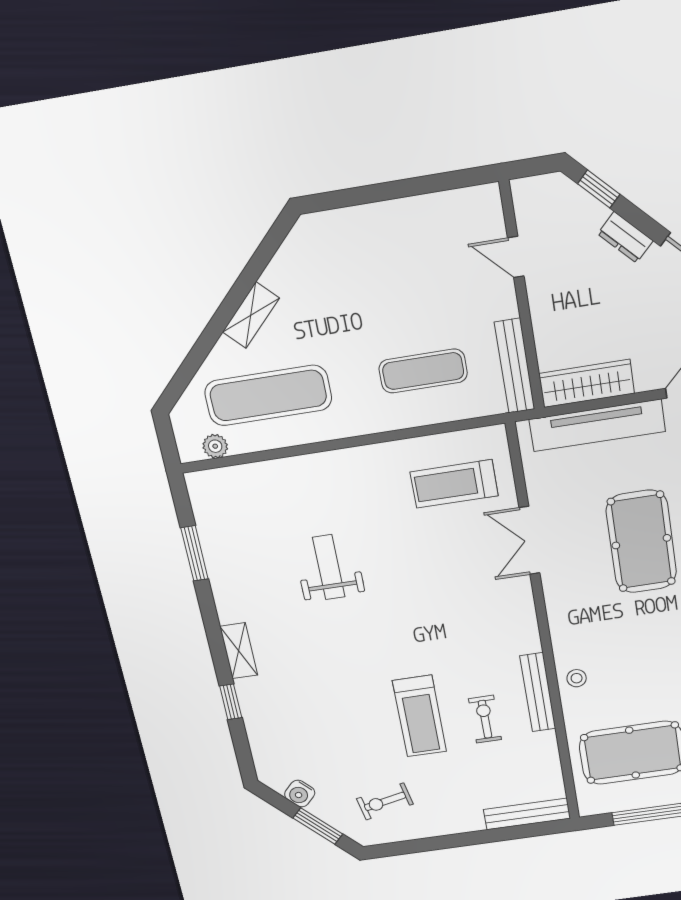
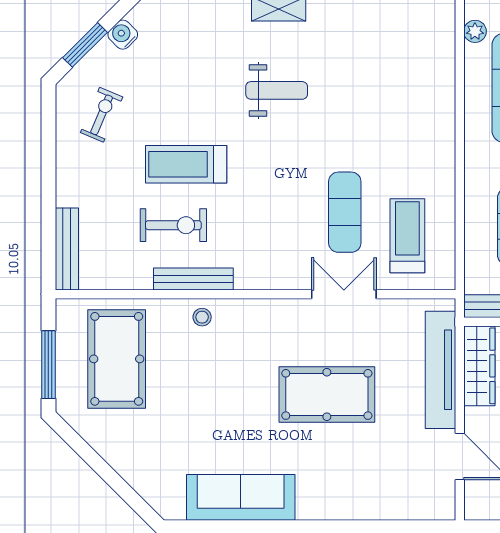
exercise mat: (440, 553) -> (345, 212), added
weight bench: (329, 567) -> (277, 90), moved
exercise bike: (485, 719) -> (173, 225), width x1.38, depth x1.39
exercise bike: (385, 801) -> (102, 115), turned 35

